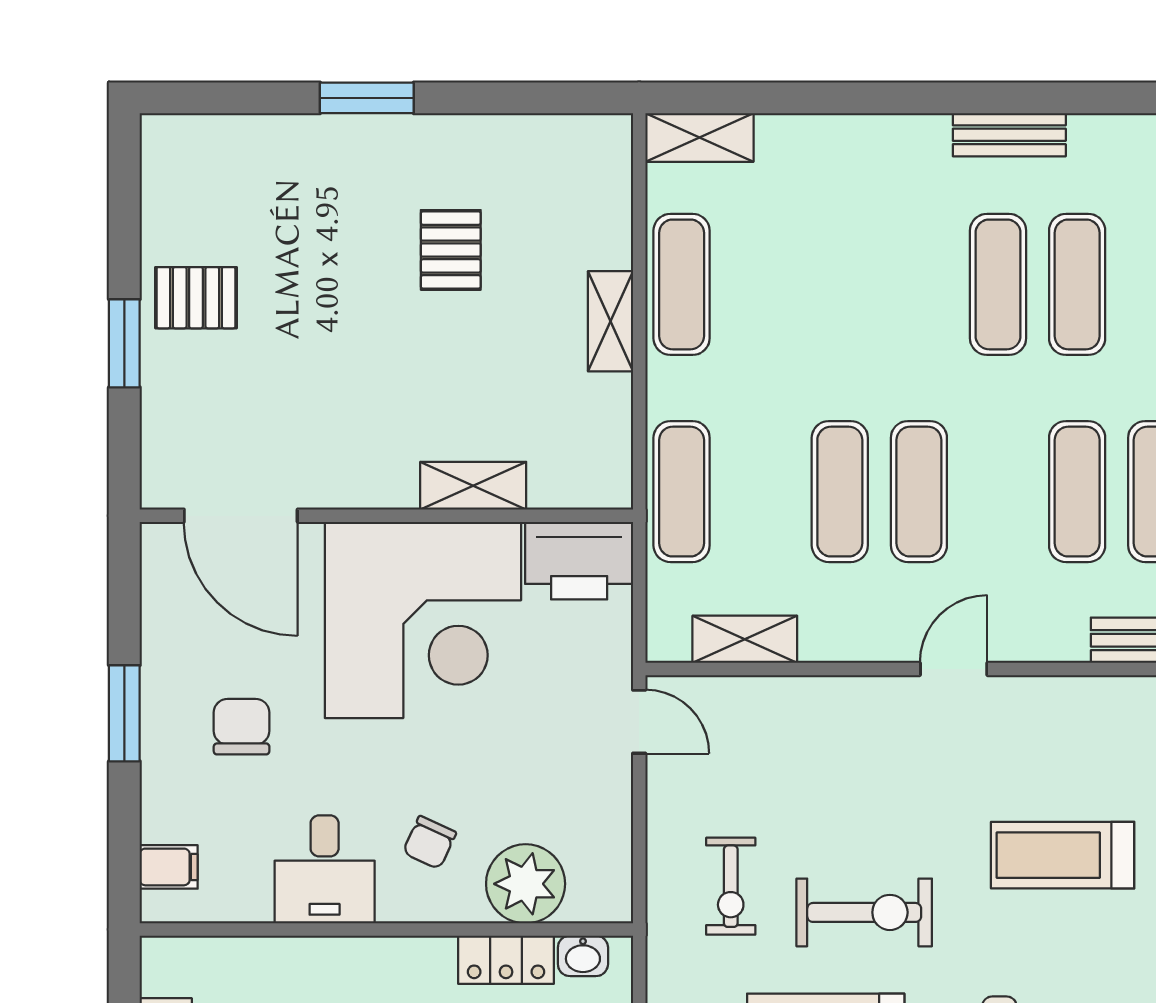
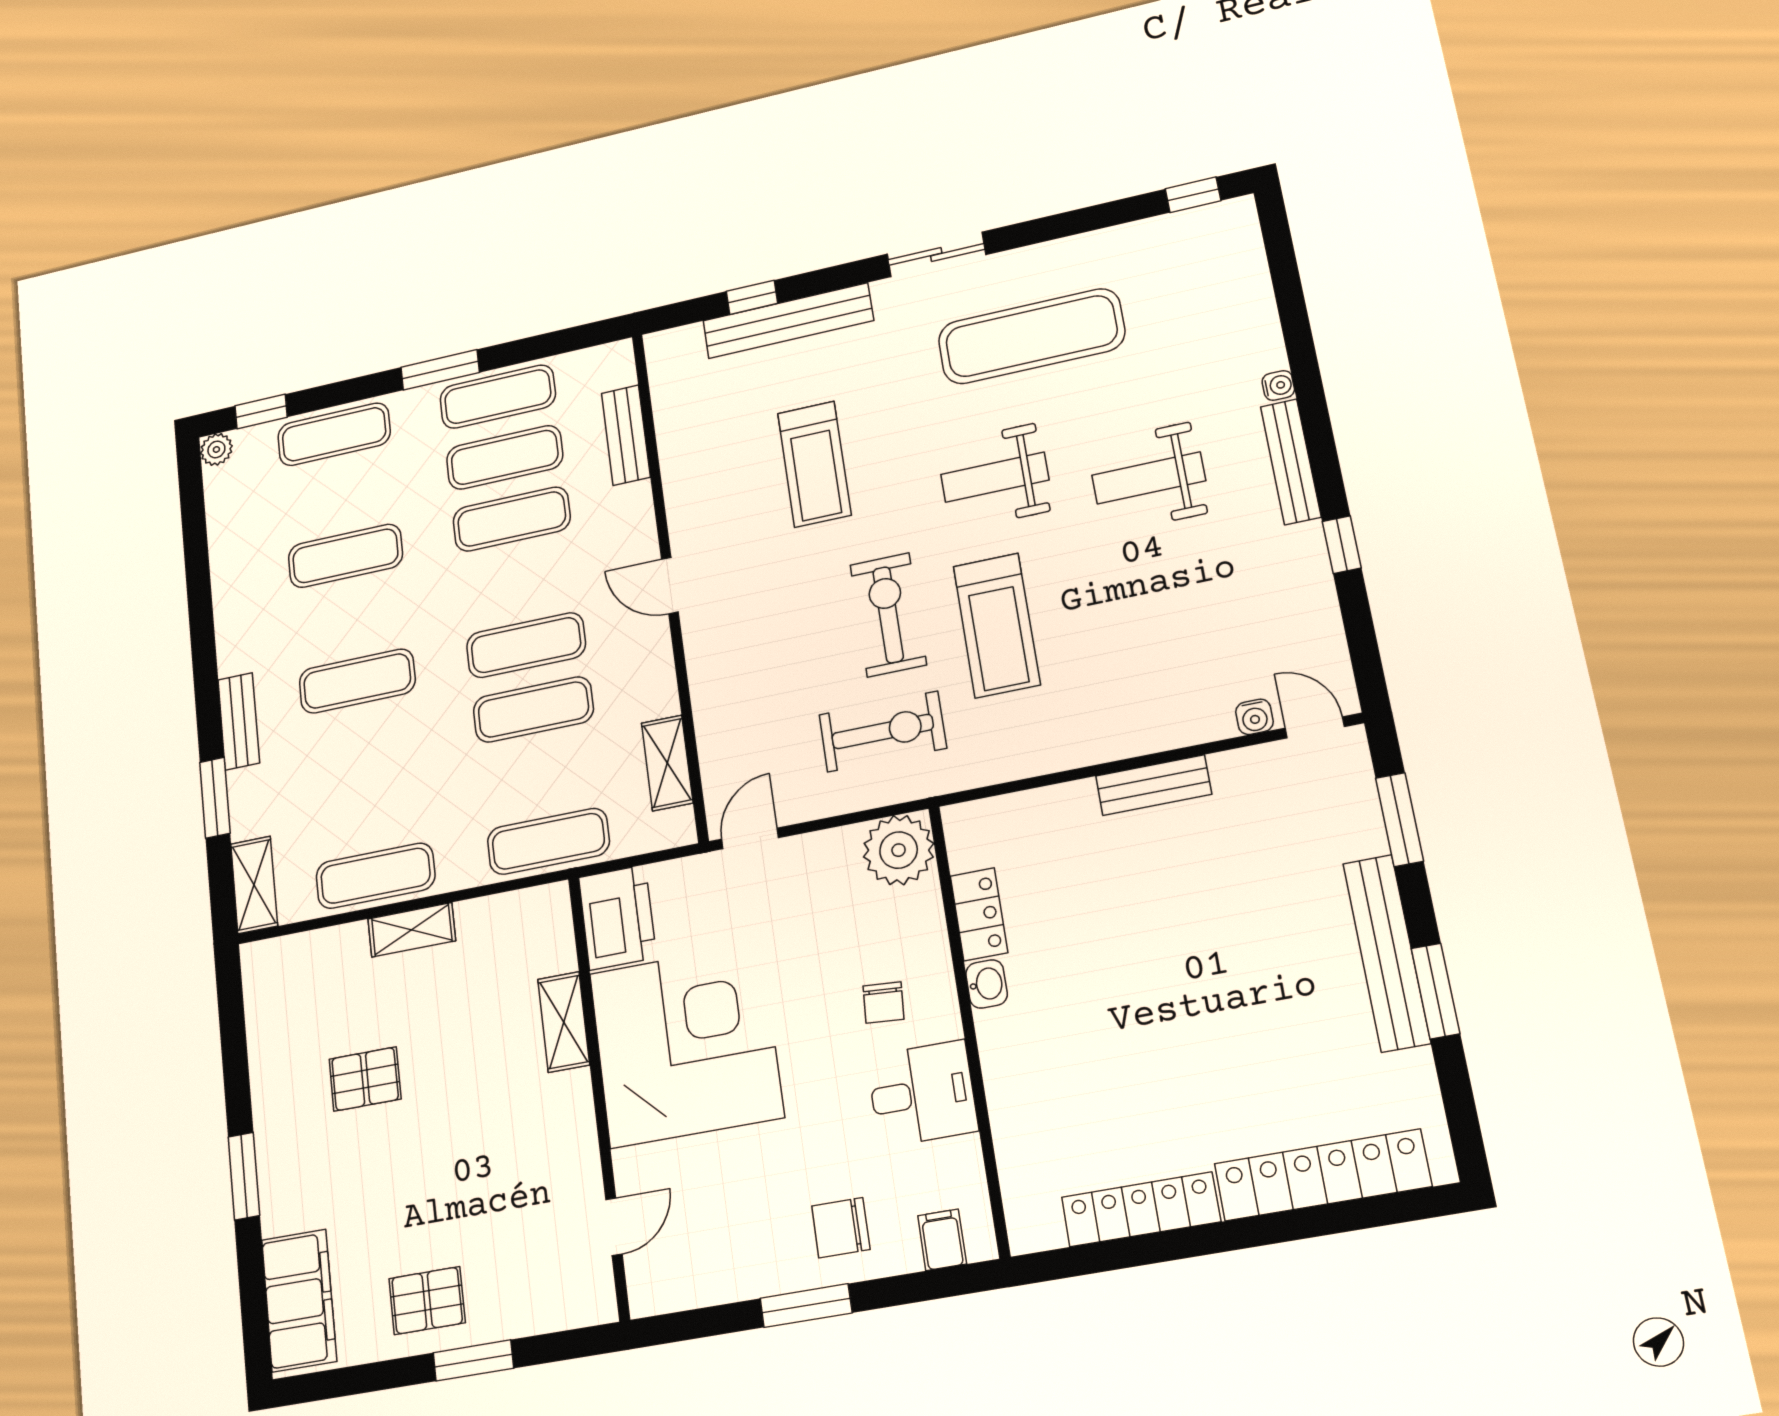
window: (813, 98) -> (215, 798), added
bench: (1009, 135) -> (239, 721), moved
filing cabinet: (220, 151) -> (299, 1300), added
exercise mat: (998, 284) -> (357, 681), moved
pallet: (196, 298) -> (427, 1301), turned 90
door: (241, 516) -> (614, 1227), width x0.53
chair: (242, 727) -> (841, 1228), moved
chair: (429, 842) -> (883, 1003), turned 69
plant: (526, 884) -> (899, 850), moved
exercise bike: (731, 886) -> (883, 731), width x1.38, depth x1.39
washbasin: (583, 956) -> (987, 984), moved

